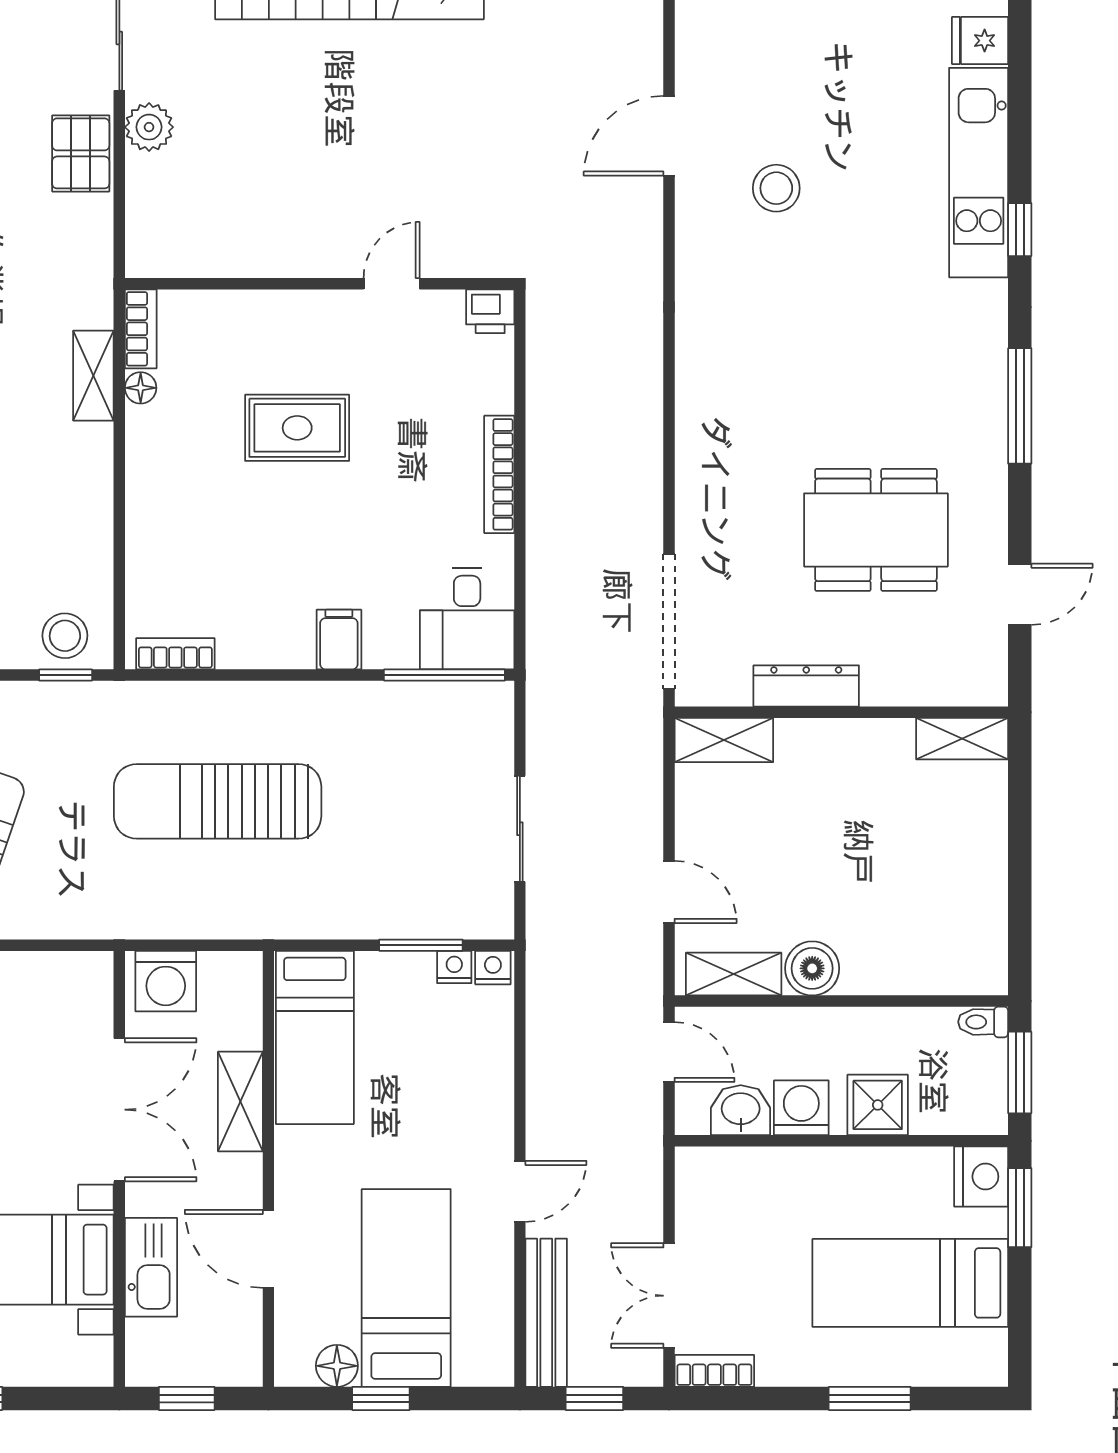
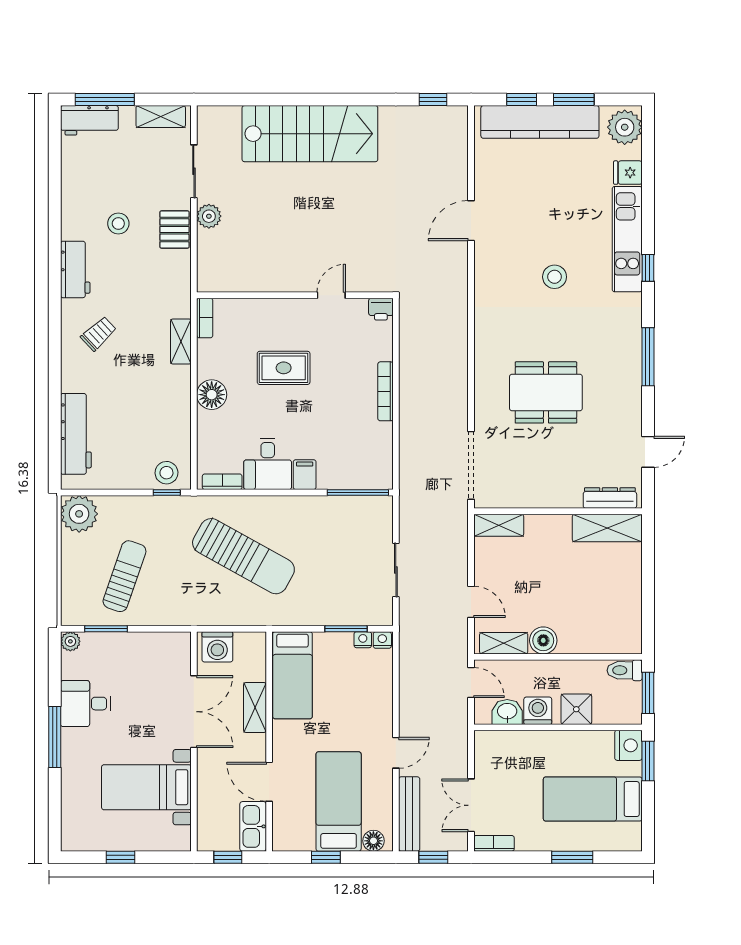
stool: (776, 188) -> (555, 277), moved
floor lamp: (141, 388) -> (212, 395), moved, width x1.89, depth x1.89
dining table: (876, 530) -> (546, 392), moved
desk: (467, 618) -> (268, 464), moved
dresser: (806, 686) -> (610, 498), moved
shelving: (962, 739) -> (607, 528), width x1.50, depth x1.33
sun lounger: (218, 801) -> (243, 556), turned -151
toilet: (983, 1022) -> (625, 670), width x1.37, depth x1.39
kitchen sink: (151, 1267) -> (253, 826), moved, turned 180
floor lamp: (337, 1366) -> (373, 841), moved

